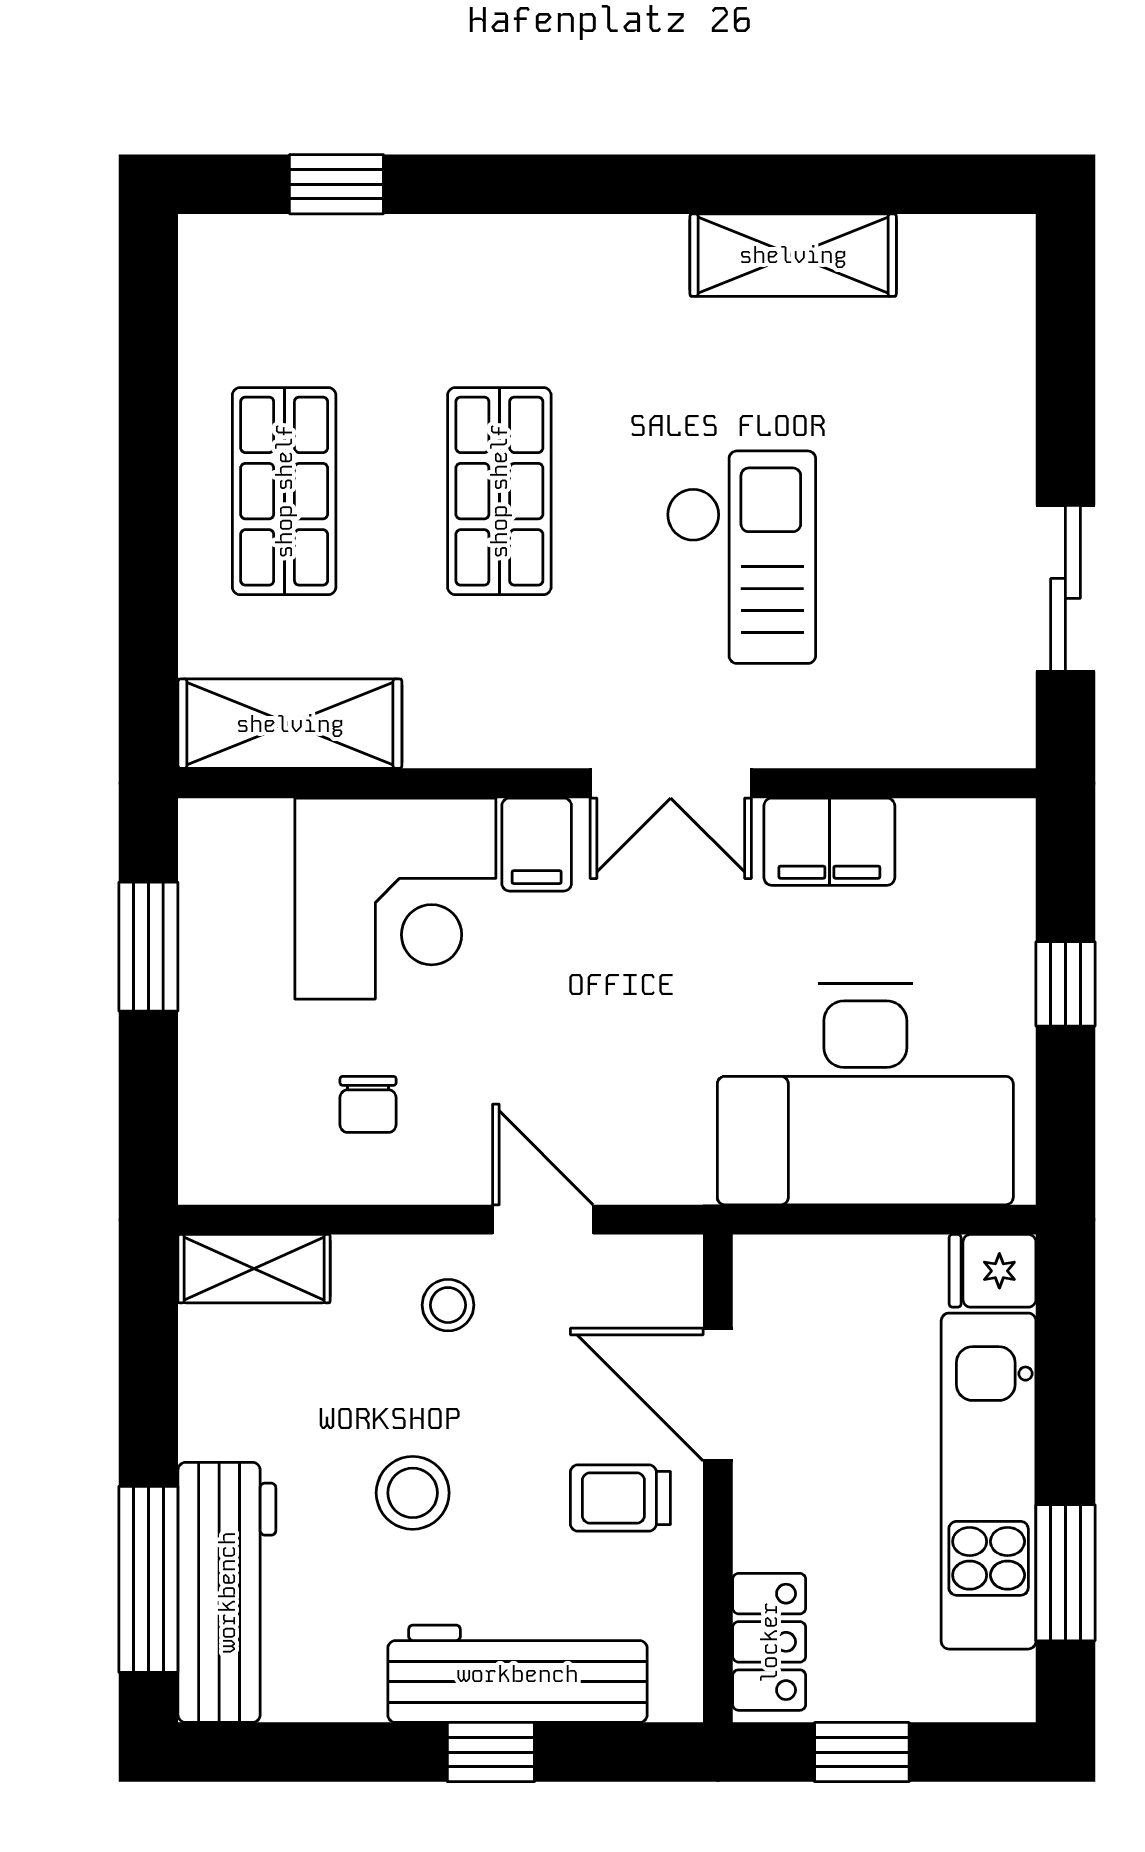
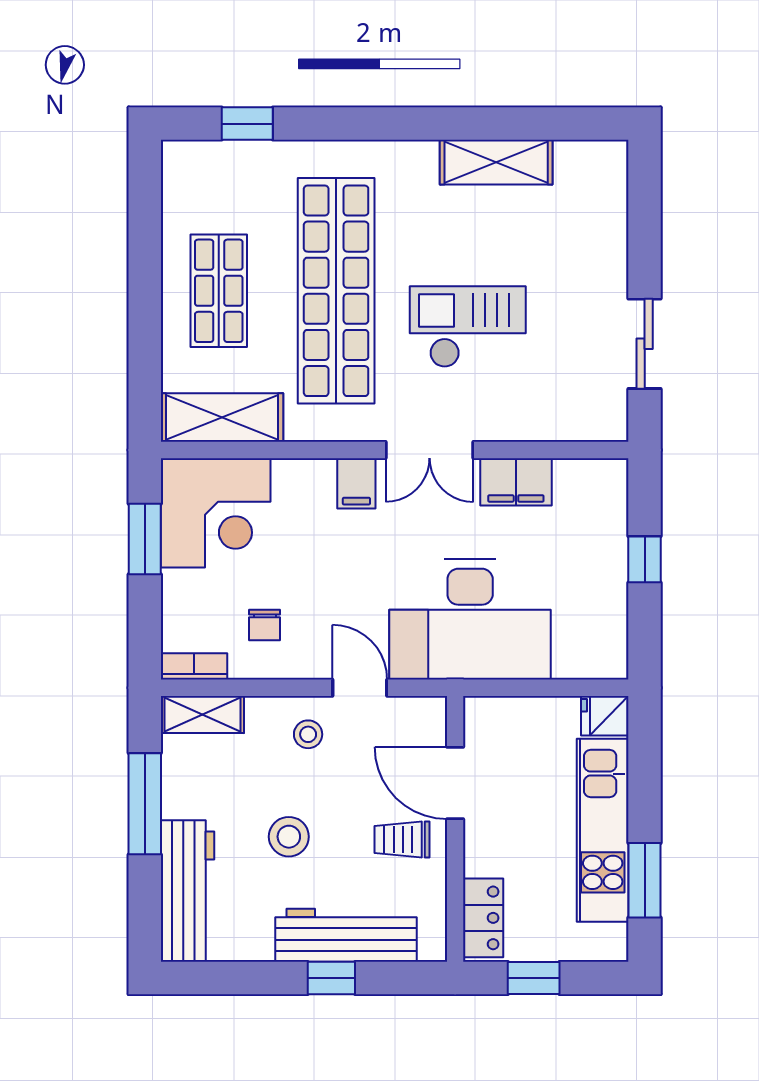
shop shelf: (499, 491) -> (336, 291), width x2.00, depth x1.36
checkout: (741, 557) -> (468, 327), turned -90
corner desk: (395, 899) -> (216, 513), moved
desk: (865, 1094) -> (470, 619), moved
bookcase: (239, 1181) -> (194, 666), added
window: (148, 1579) -> (145, 804), moved

